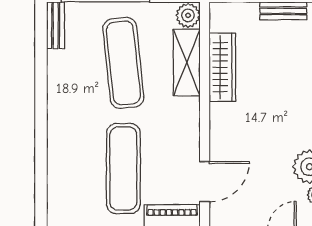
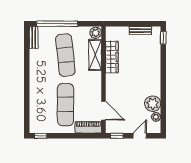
door: (205, 182) -> (103, 111), hinge flipped

